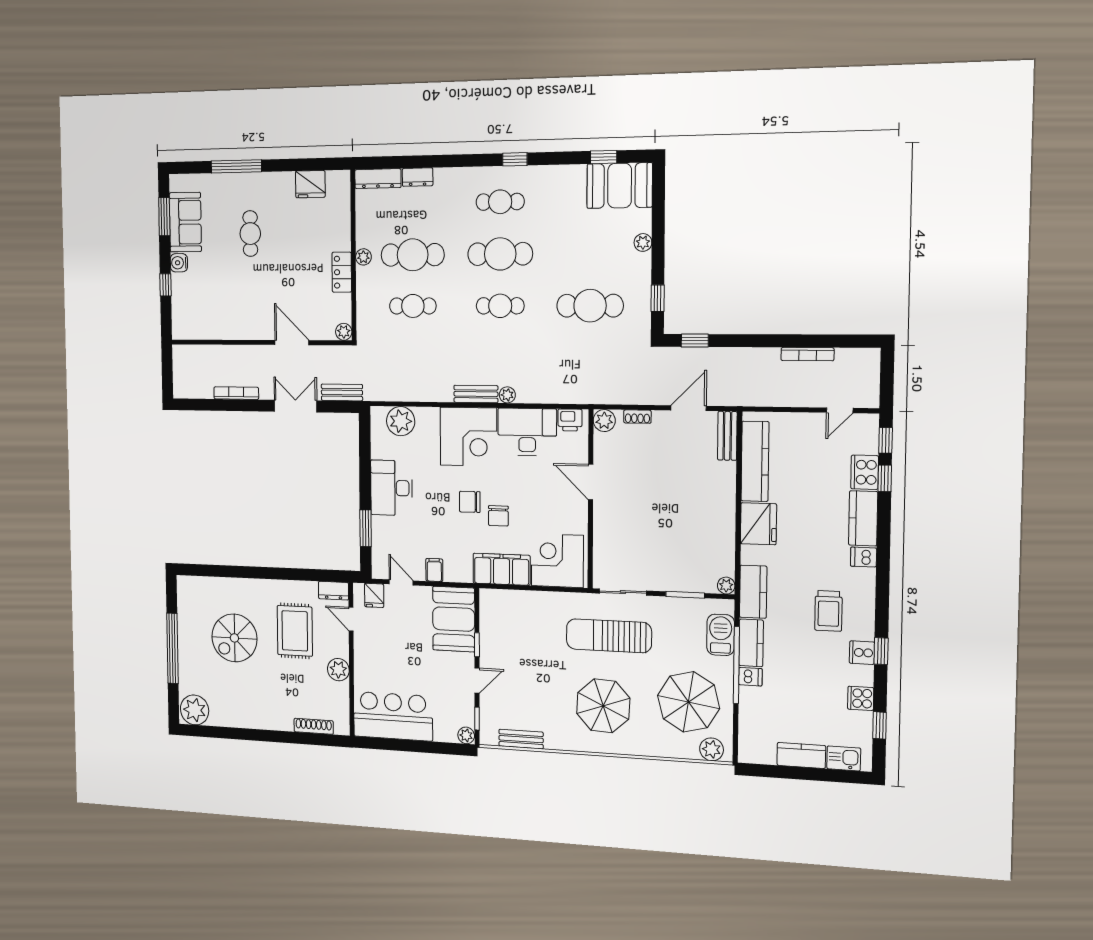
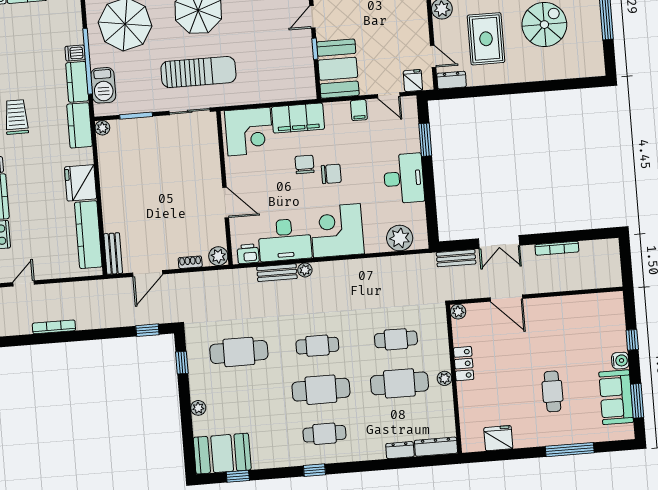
bench: (476, 394) -> (277, 273), moved

